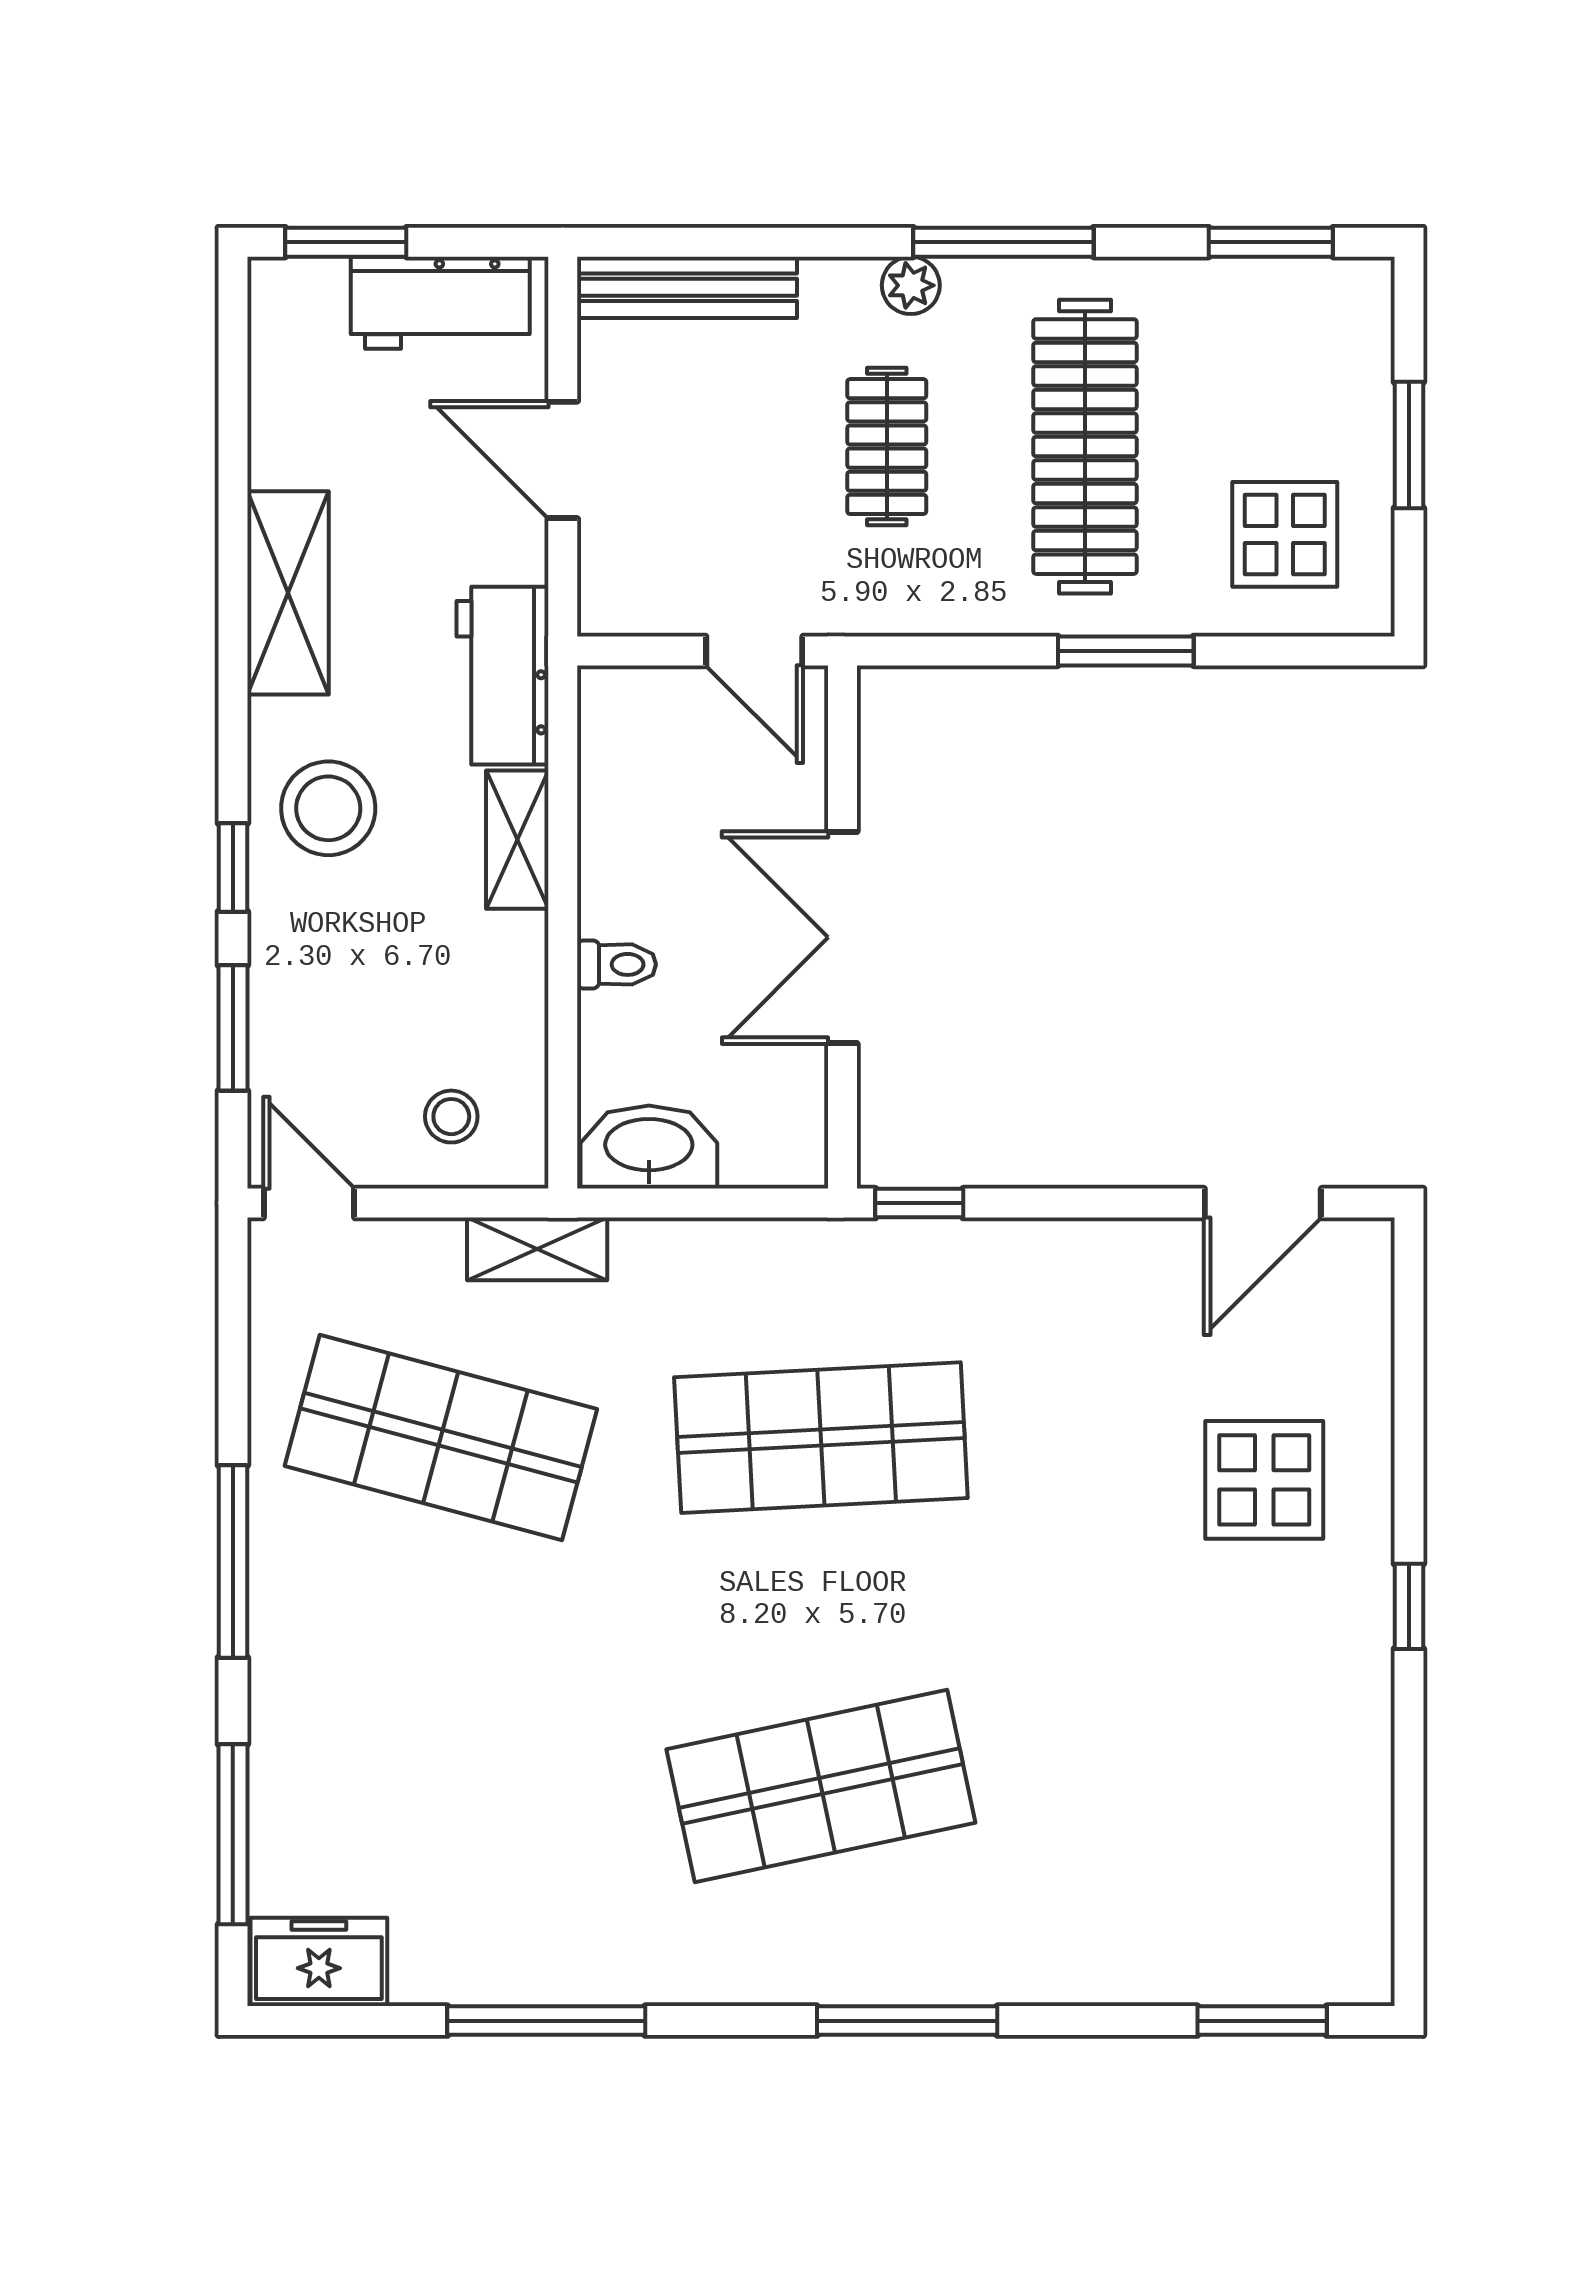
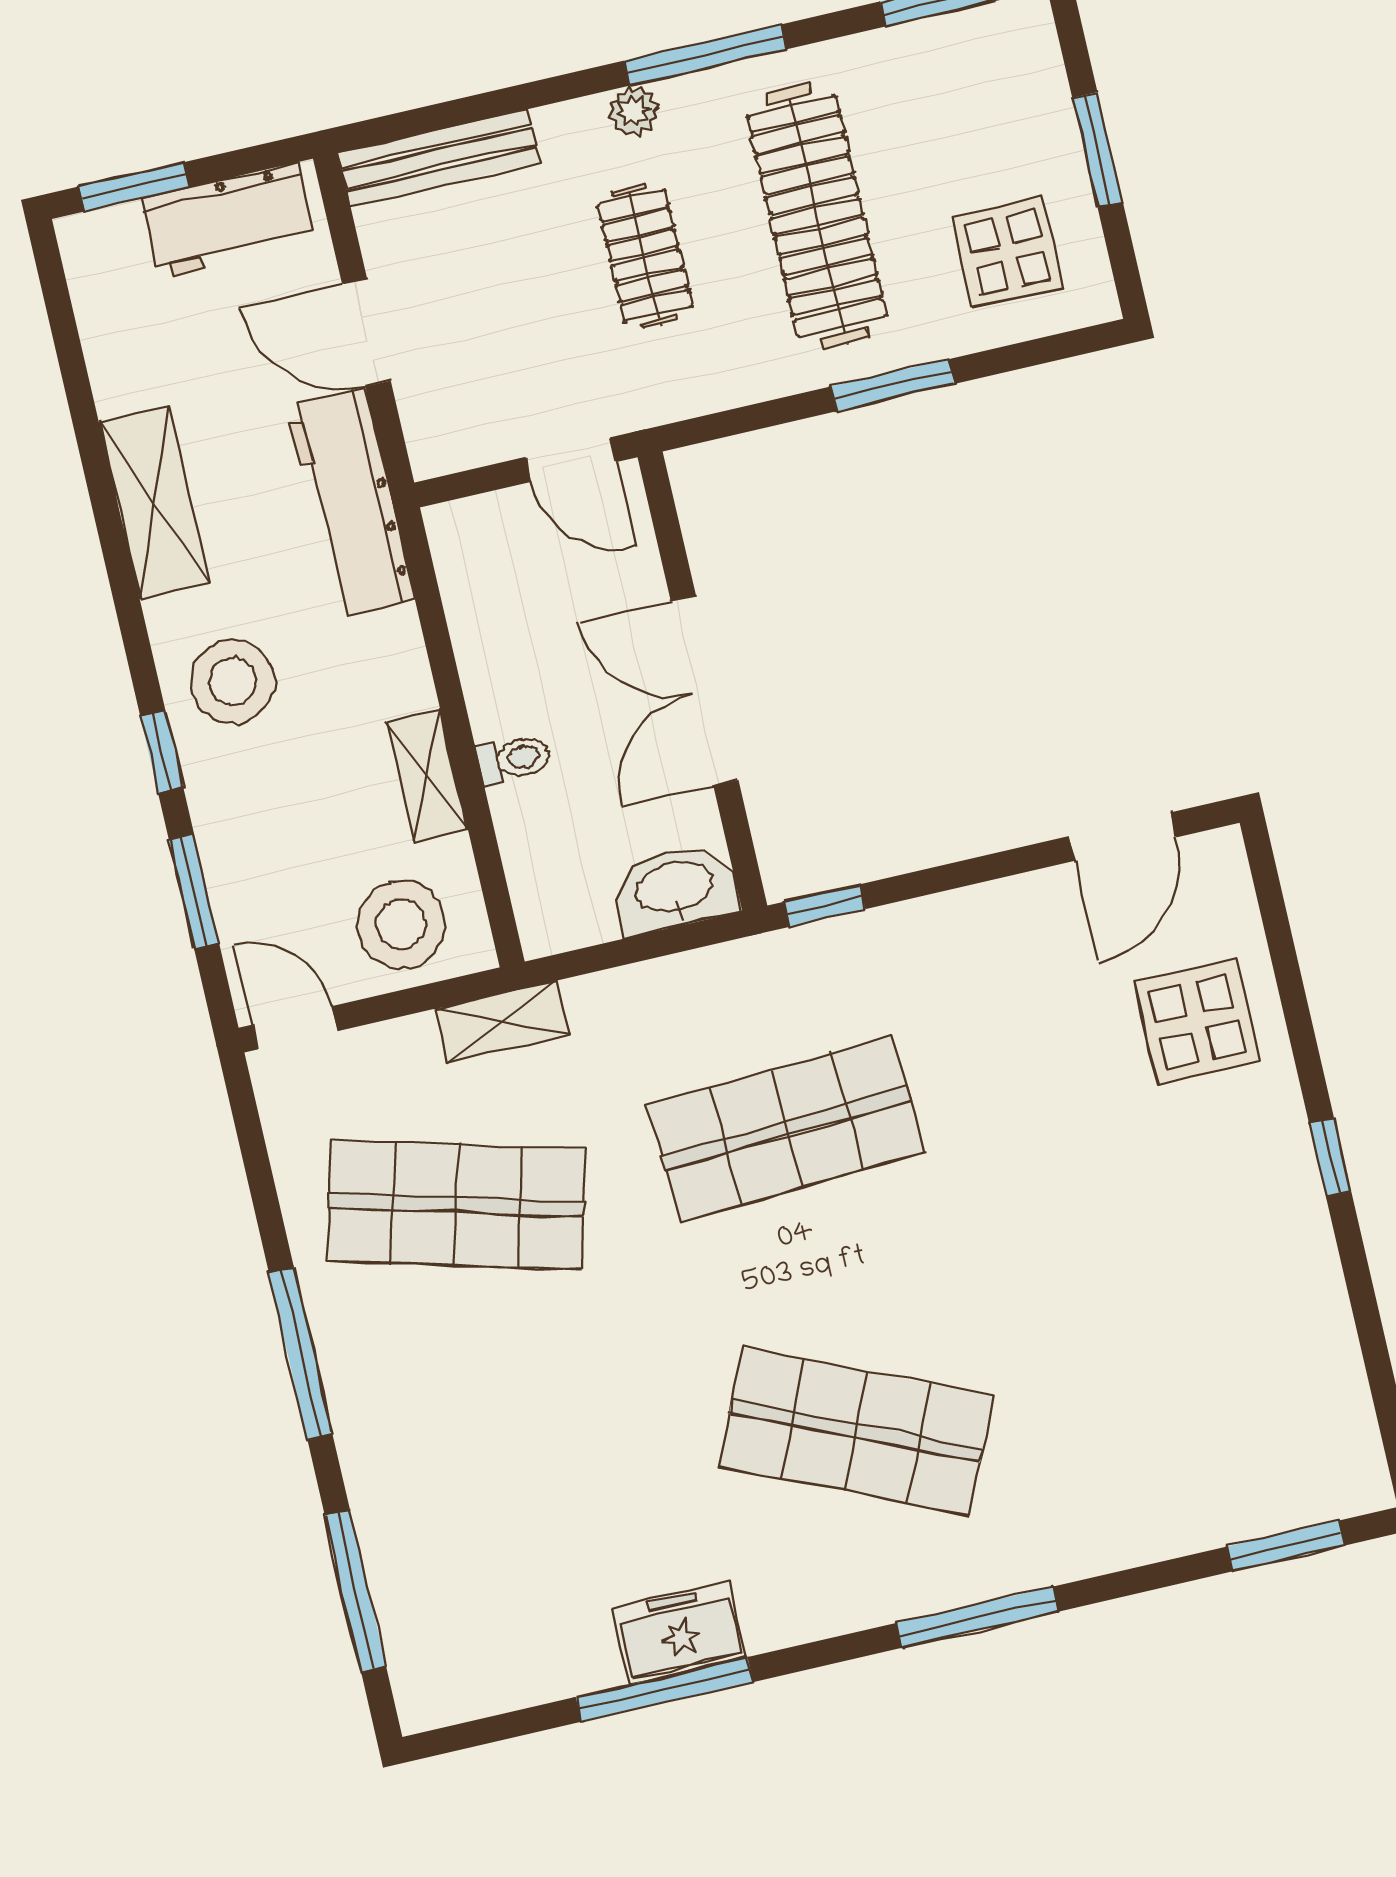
workbench: (503, 676) -> (351, 503), width x1.37
shelving: (517, 840) -> (427, 775), moved
stool: (451, 1117) -> (401, 924), width x1.89, depth x1.89
washbasin: (649, 1147) -> (675, 889), moved
display table: (1264, 1480) -> (1197, 1022), moved
shop shelf: (821, 1786) -> (856, 1431), turned 36
freezer: (319, 1962) -> (679, 1632), moved

